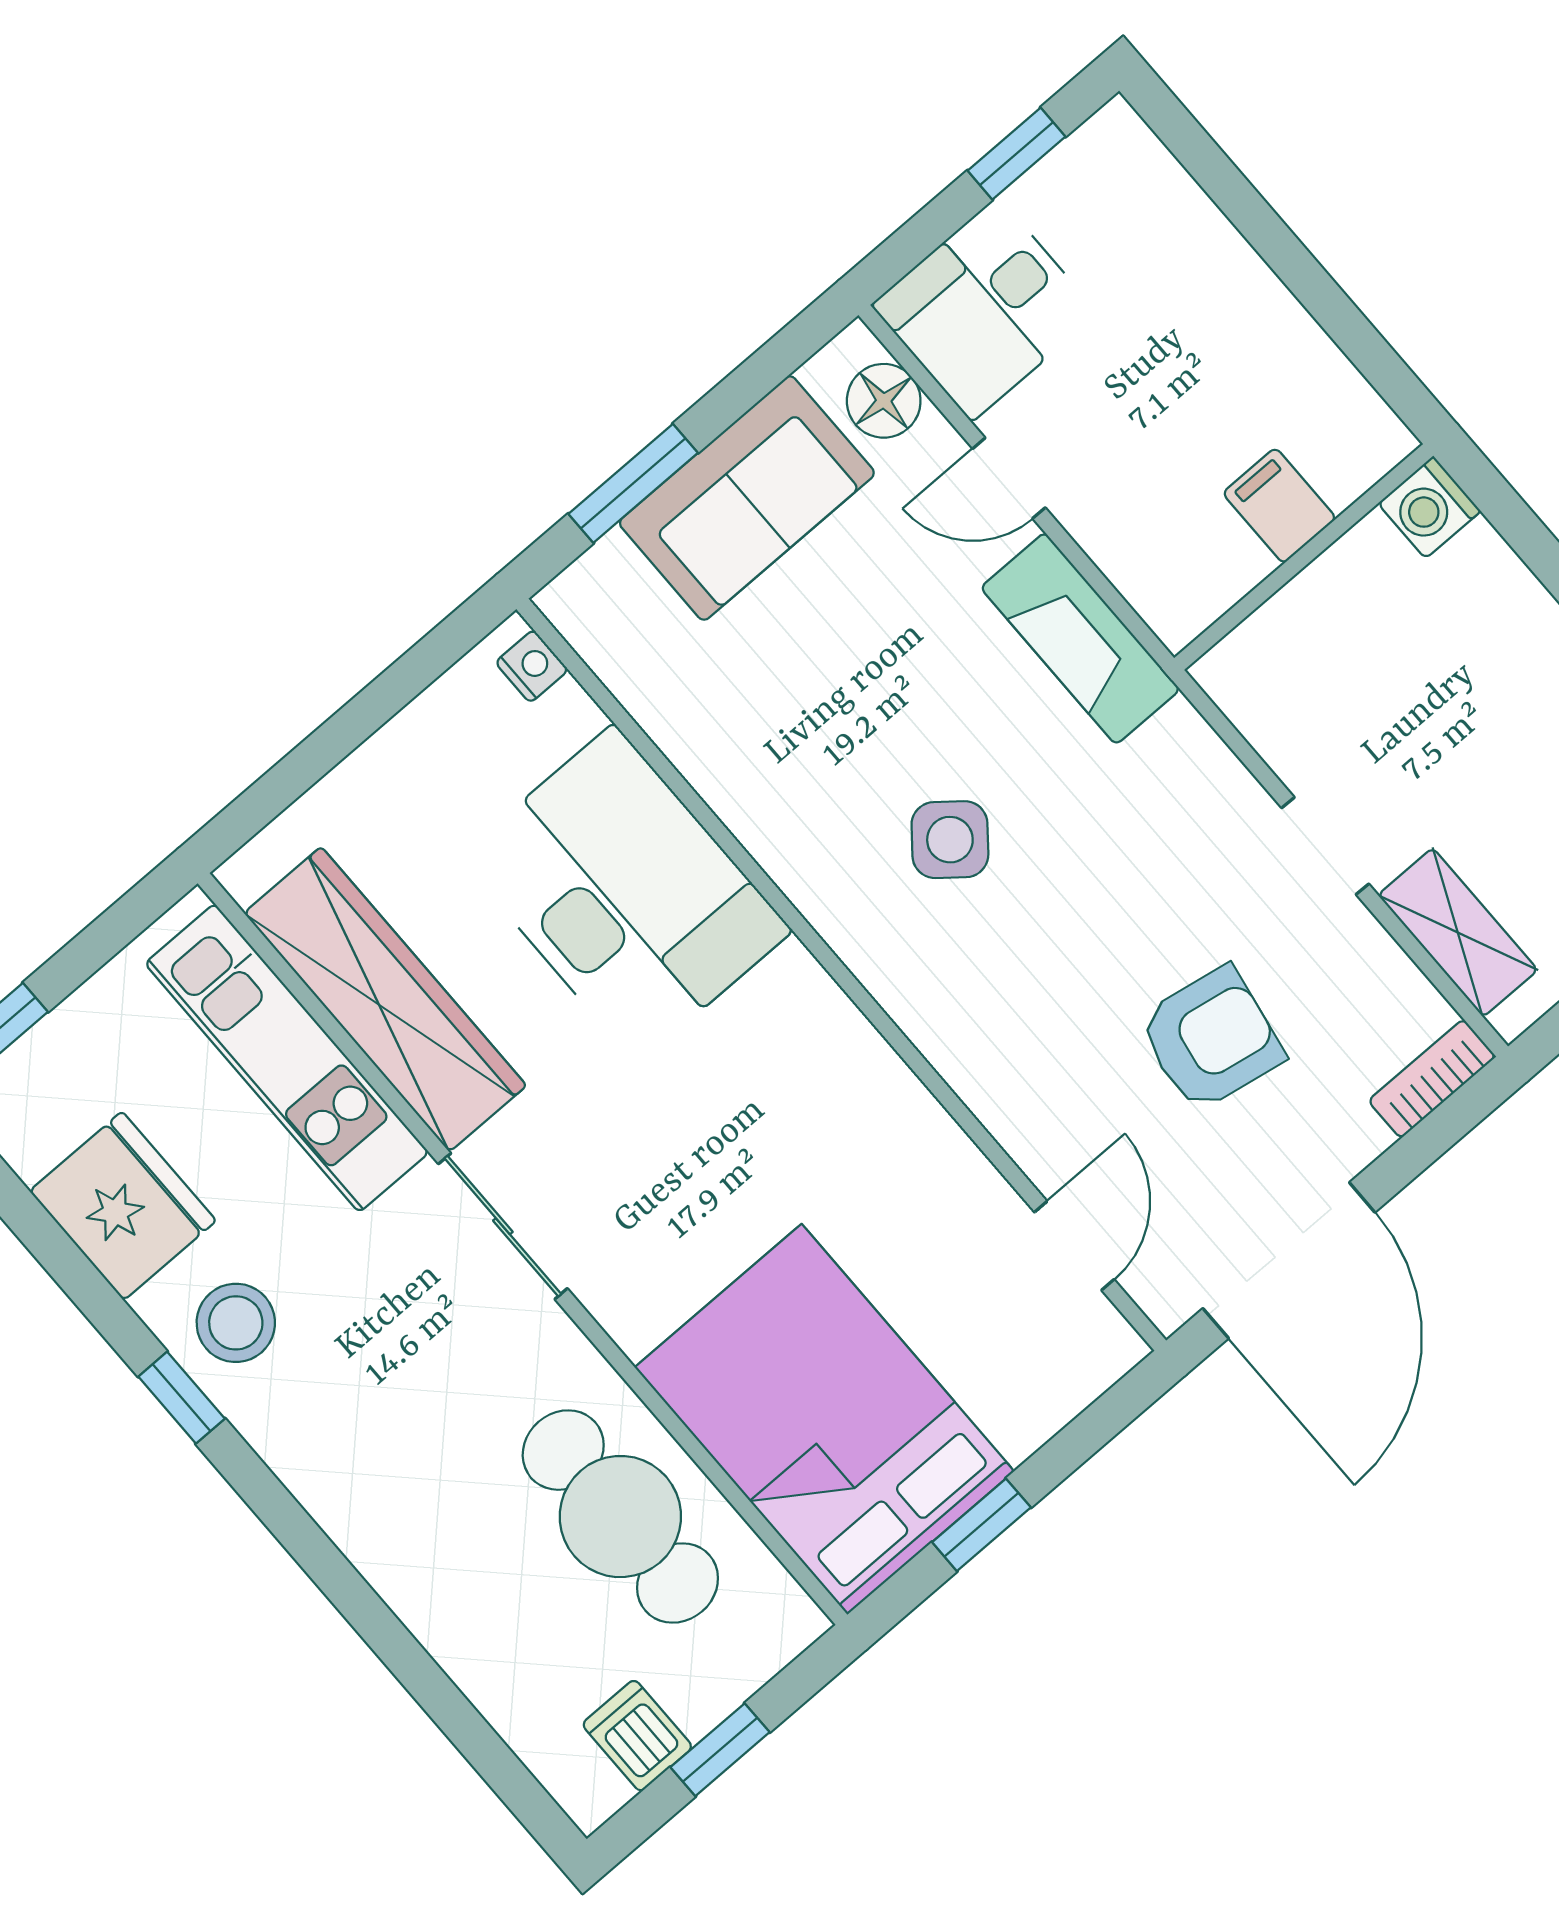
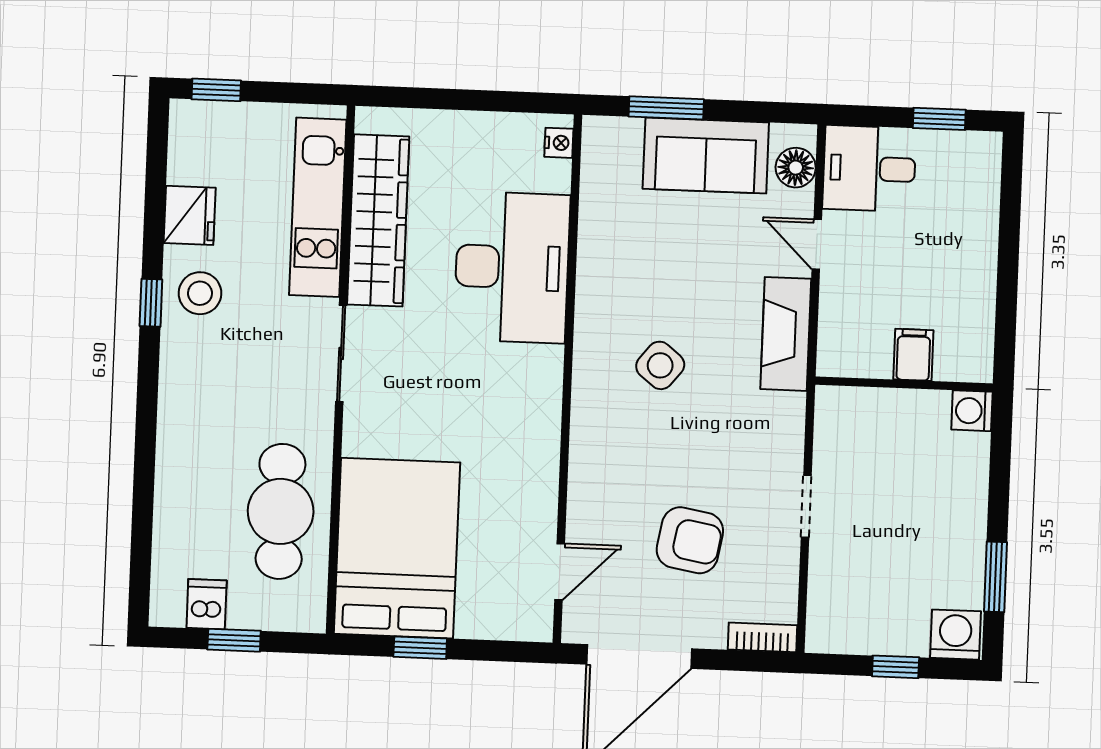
shelving: (1458, 932) -> (827, 589), removed
fridge: (123, 1206) -> (190, 215), width x0.73, depth x0.75

